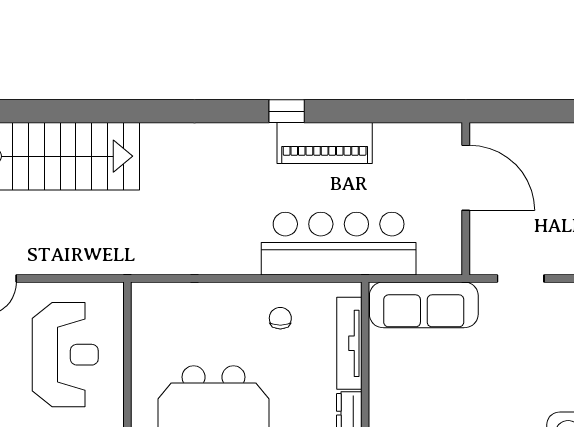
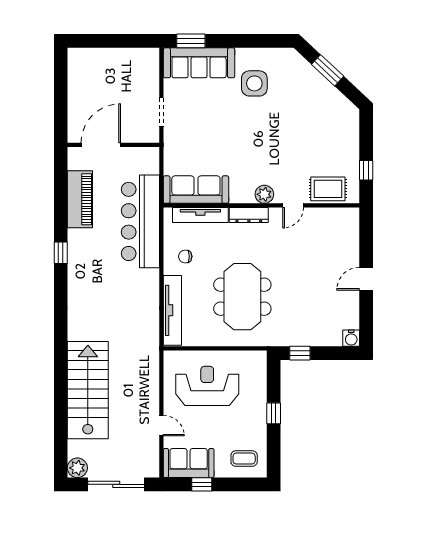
piano: (325, 143) -> (80, 199), moved
tv unit: (191, 297) -> (172, 310), added
sofa: (424, 305) -> (196, 190), moved, turned -90

